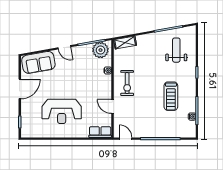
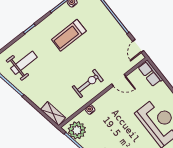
weight bench: (176, 50) -> (24, 63), turned 180
treadmill: (171, 96) -> (69, 35), turned 180
door: (112, 106) -> (119, 80), hinge flipped

